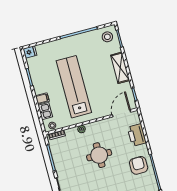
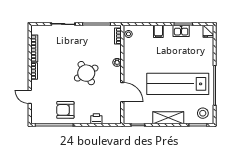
lab bench: (74, 87) -> (178, 84), moved, turned 180
kitchen sink: (45, 111) -> (181, 31), moved
door: (121, 113) -> (122, 92), moved
printer: (137, 135) -> (96, 119), width x0.53, depth x0.68
round table: (99, 155) -> (86, 73), turned -30
armchair: (139, 165) -> (65, 110), turned 180

